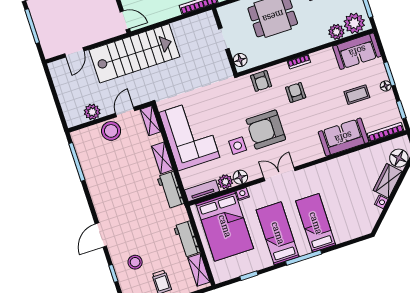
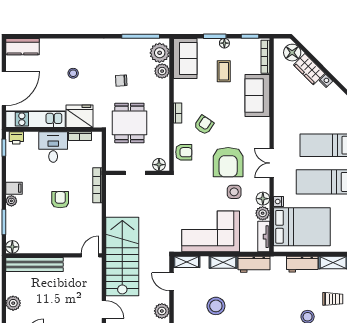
armchair: (296, 92) -> (204, 125), turned 124
stool: (111, 131) -> (216, 306), moved

